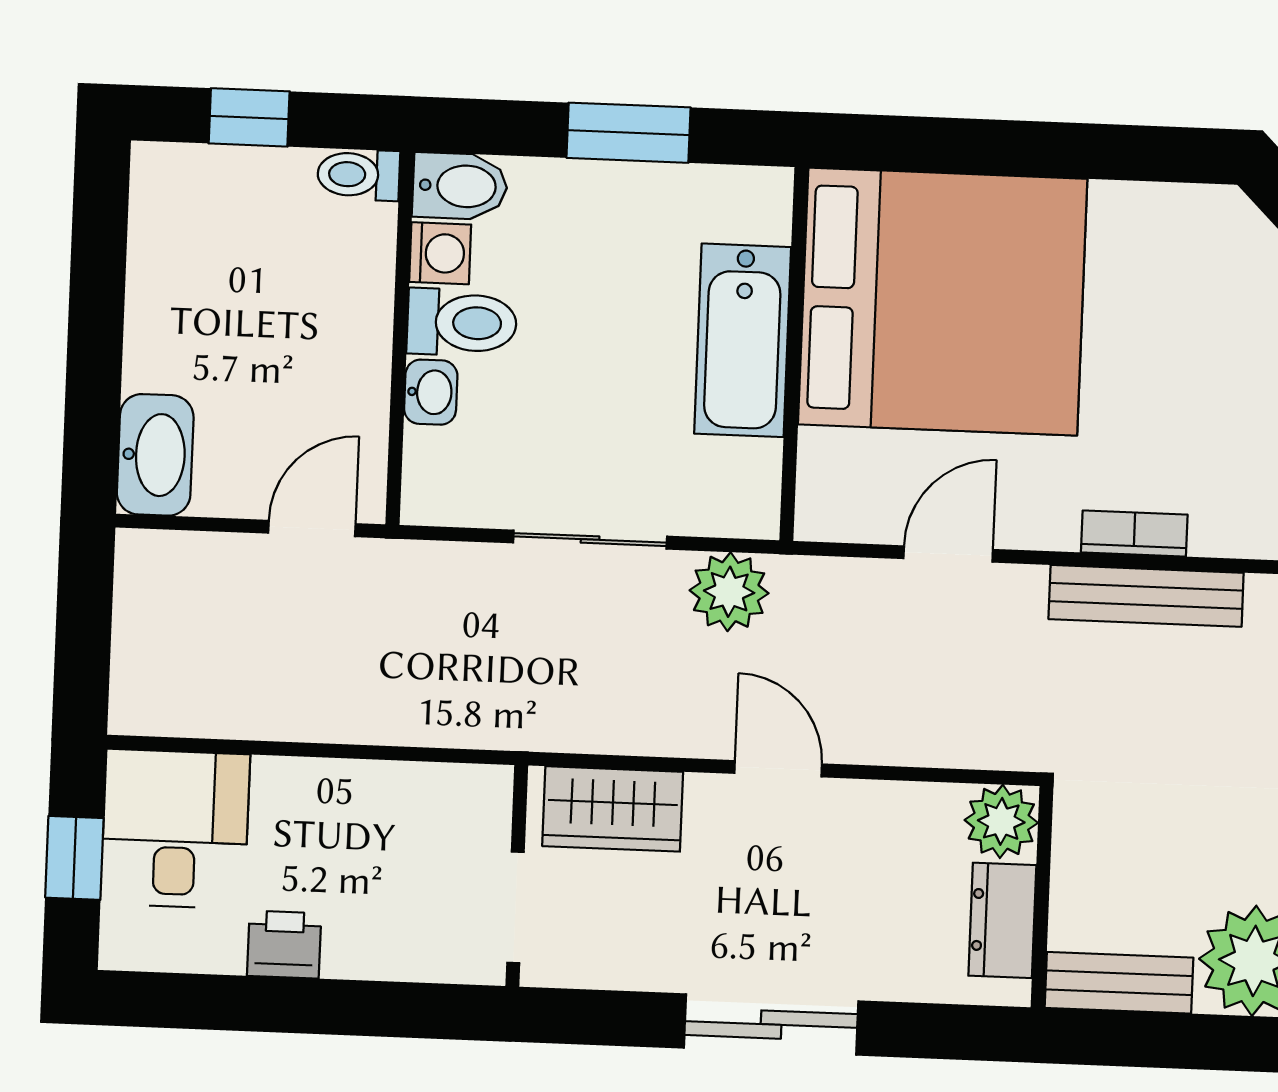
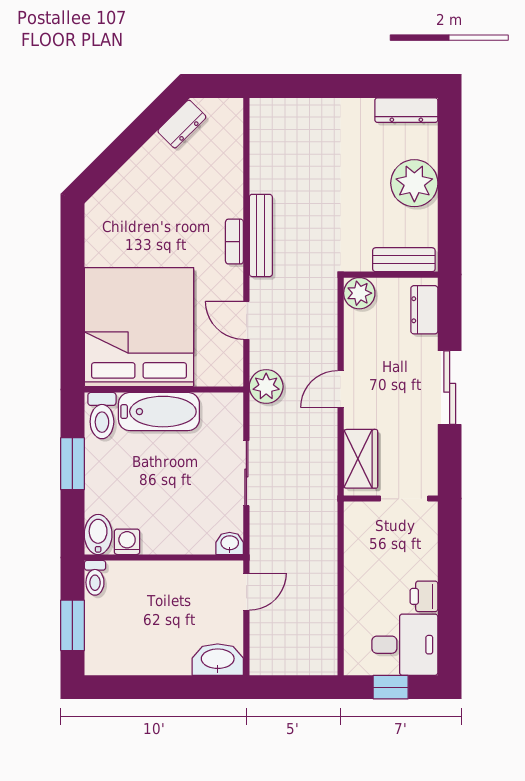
window: (249, 117) -> (72, 625), width x1.50
toilet: (462, 323) -> (102, 416), moved, turned 180
washbasin: (431, 392) -> (230, 543), moved
door: (312, 528) -> (246, 592), swing flipped
plant: (729, 592) -> (266, 386), moved
desk: (175, 829) -> (405, 645), moved, turned 180
dresser: (1002, 920) -> (424, 310), moved, turned 90
bench: (1119, 983) -> (404, 260), moved, turned 90

